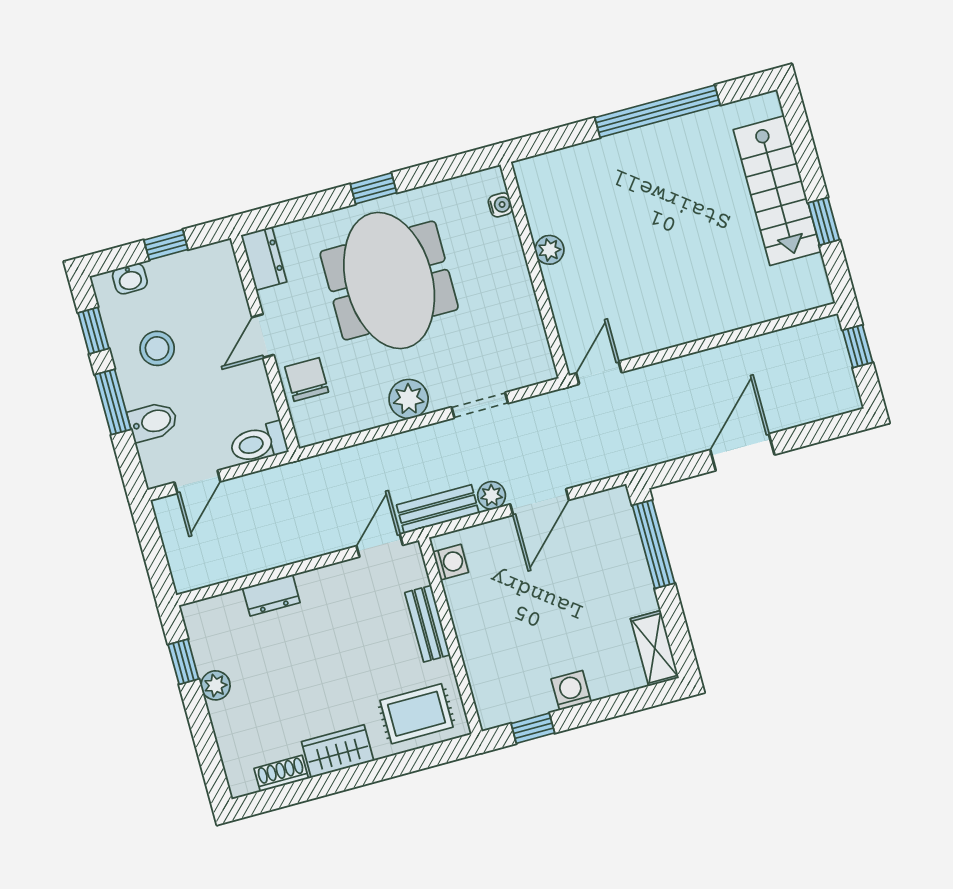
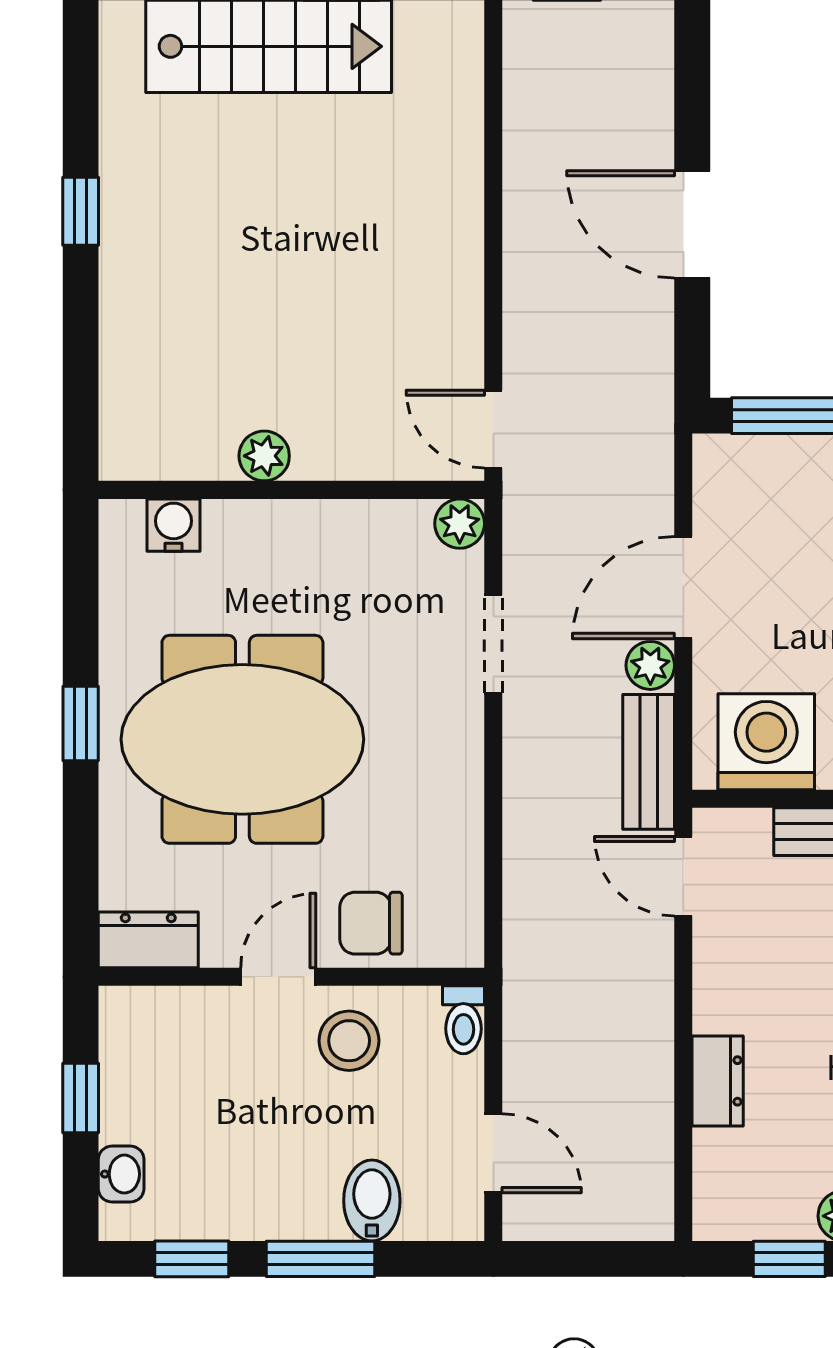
window: (657, 111) -> (81, 211), width x0.32
water cooler: (500, 205) -> (174, 525), width x1.38, depth x1.38
door: (263, 336) -> (278, 977), swing flipped
stool: (157, 348) -> (349, 1041), moved
plant: (409, 399) -> (460, 524), moved, width x0.73, depth x0.73
toilet: (258, 443) -> (463, 1020), width x0.73, depth x0.72
door: (540, 502) -> (683, 588), swing flipped
washing machine: (451, 562) -> (766, 742), width x1.89, depth x1.89

